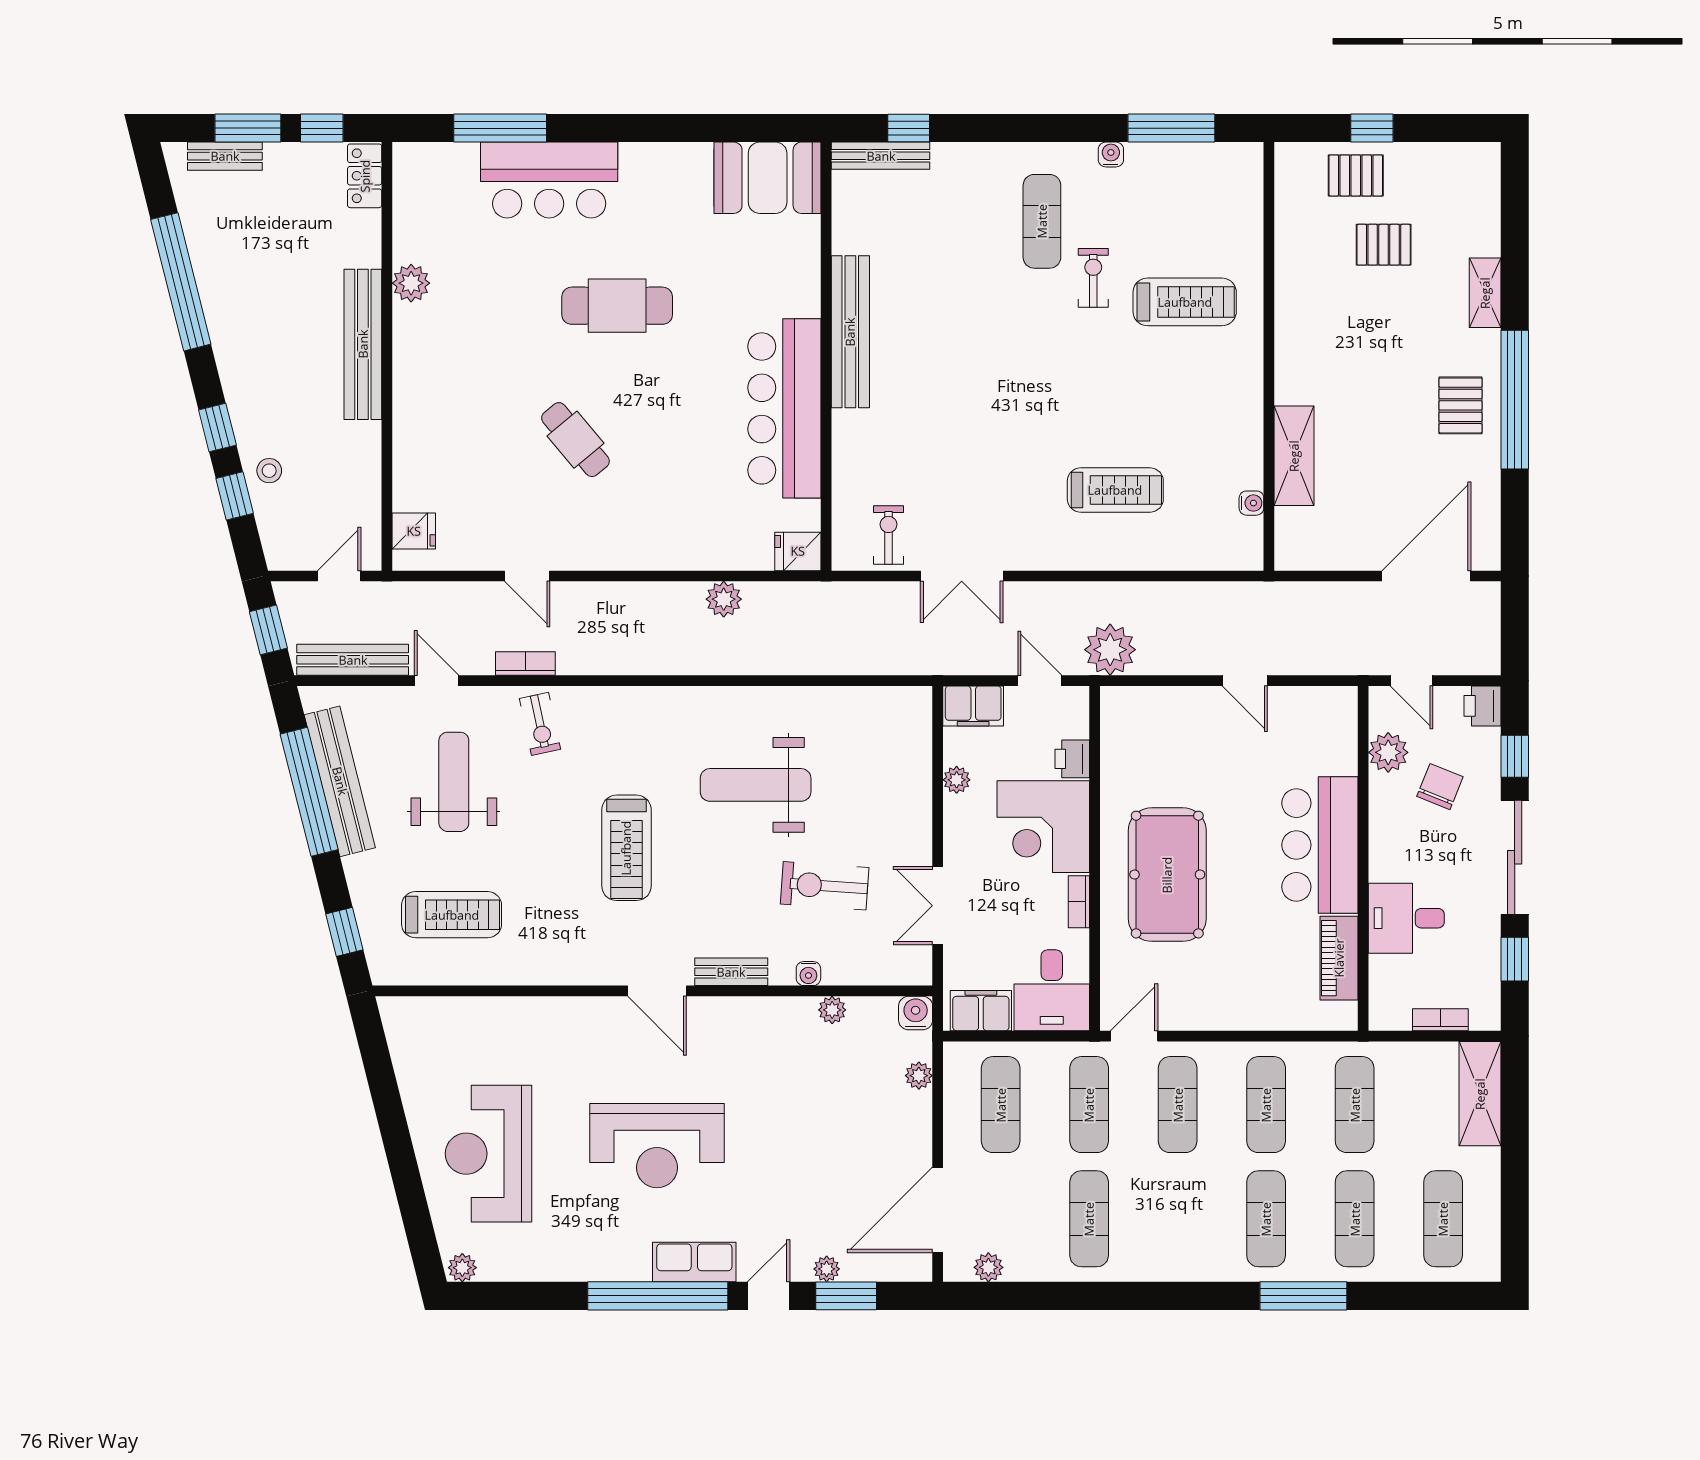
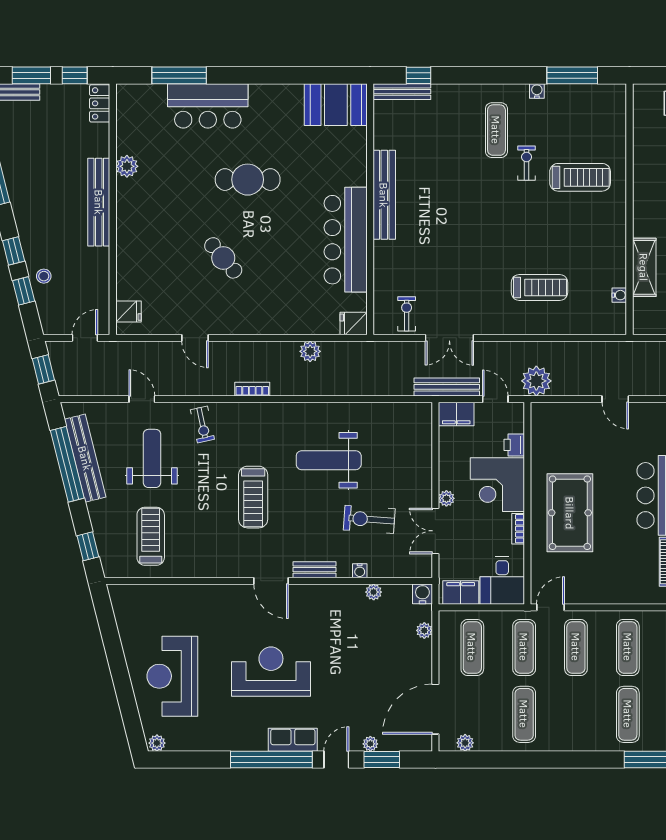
bench: (353, 660) -> (447, 387), moved
bookcase: (525, 663) -> (252, 389), moved
plant: (957, 780) -> (446, 498), moved
treadmill: (452, 915) -> (151, 536), turned -90
reception desk: (657, 1146) -> (271, 672), turned 180

